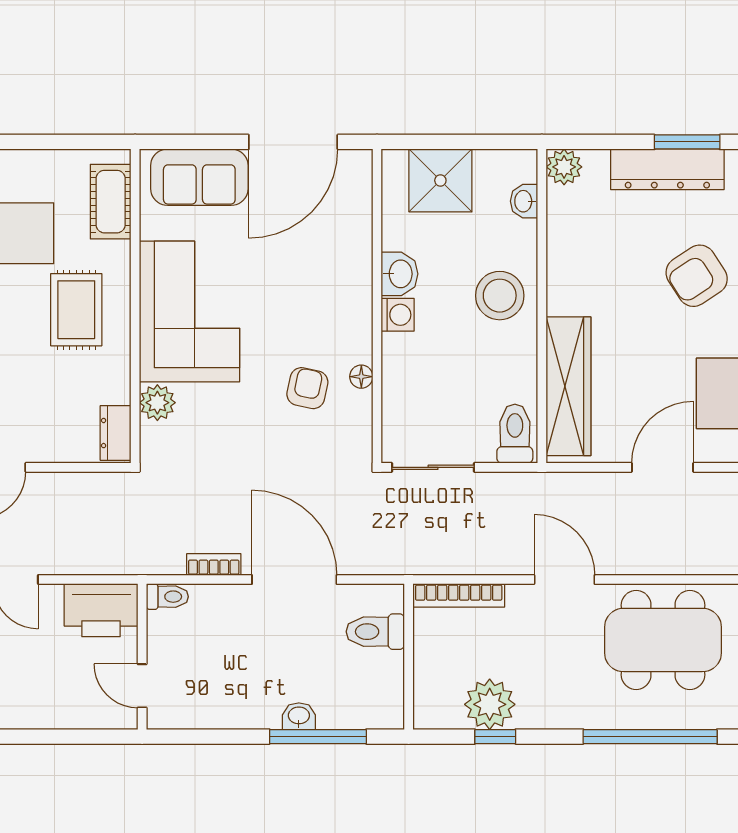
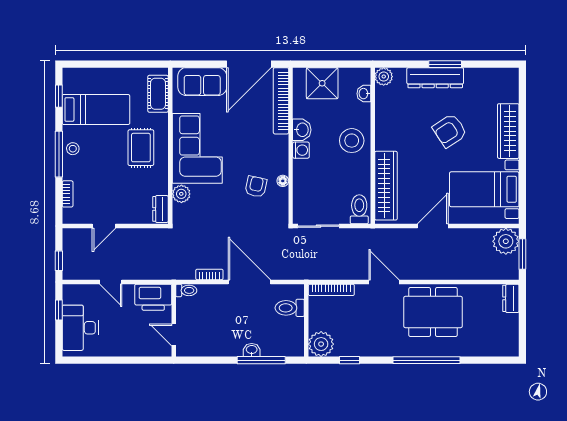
bookcase: (358, 216) -> (281, 101), added
plant: (490, 704) -> (321, 344), moved

